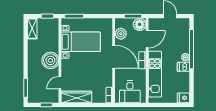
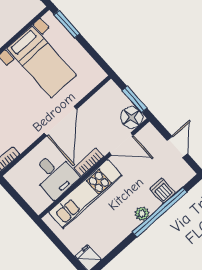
plant: (121, 34) -> (98, 104), removed
dishwasher: (183, 67) -> (163, 191), moved
desk: (130, 92) -> (55, 175), moved, turned -90

